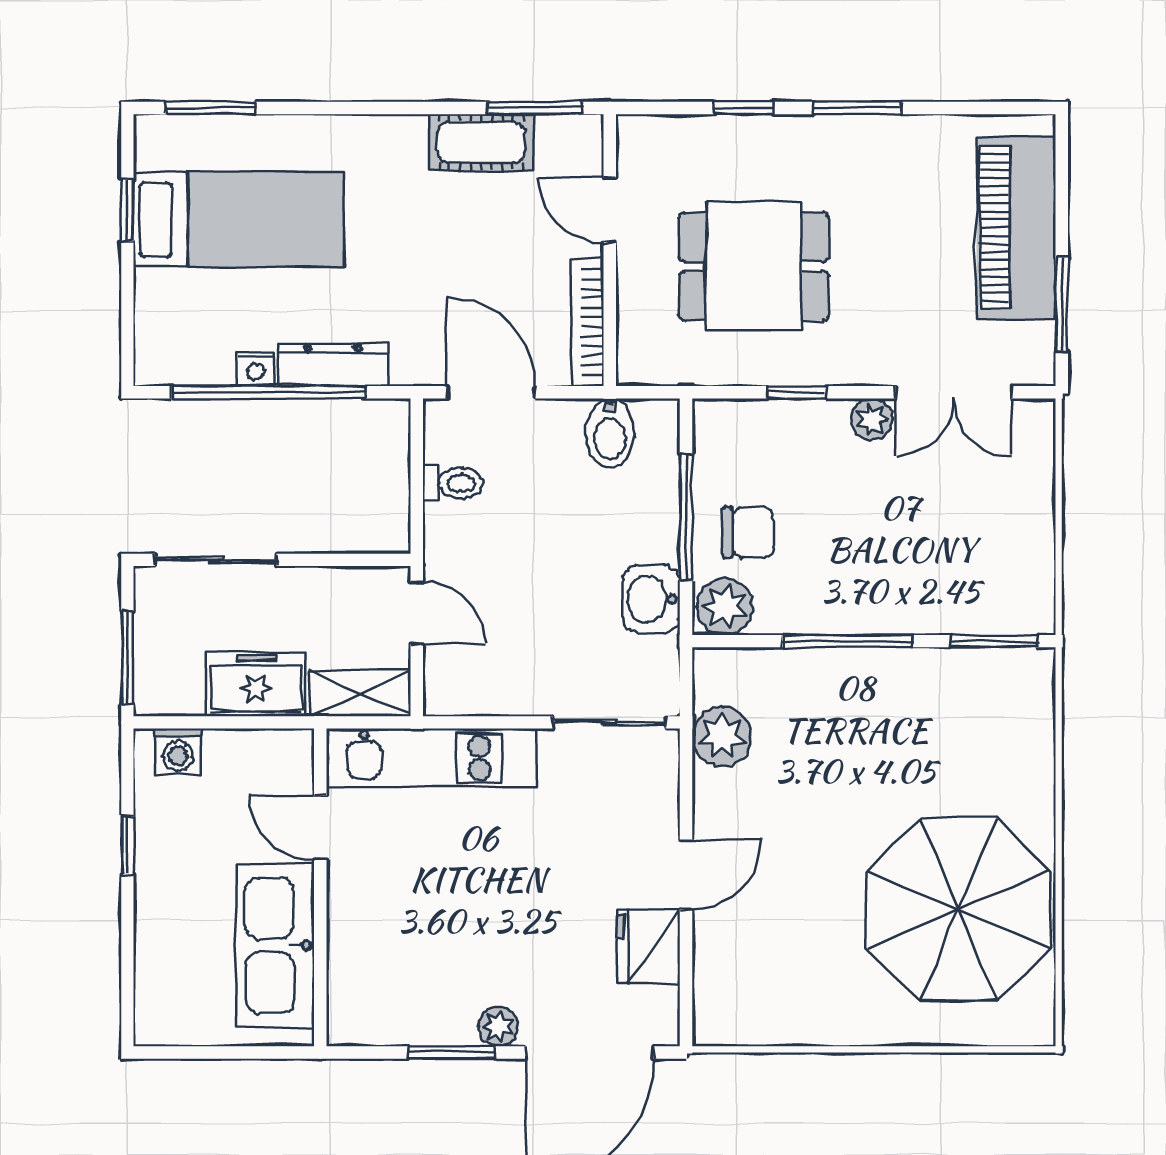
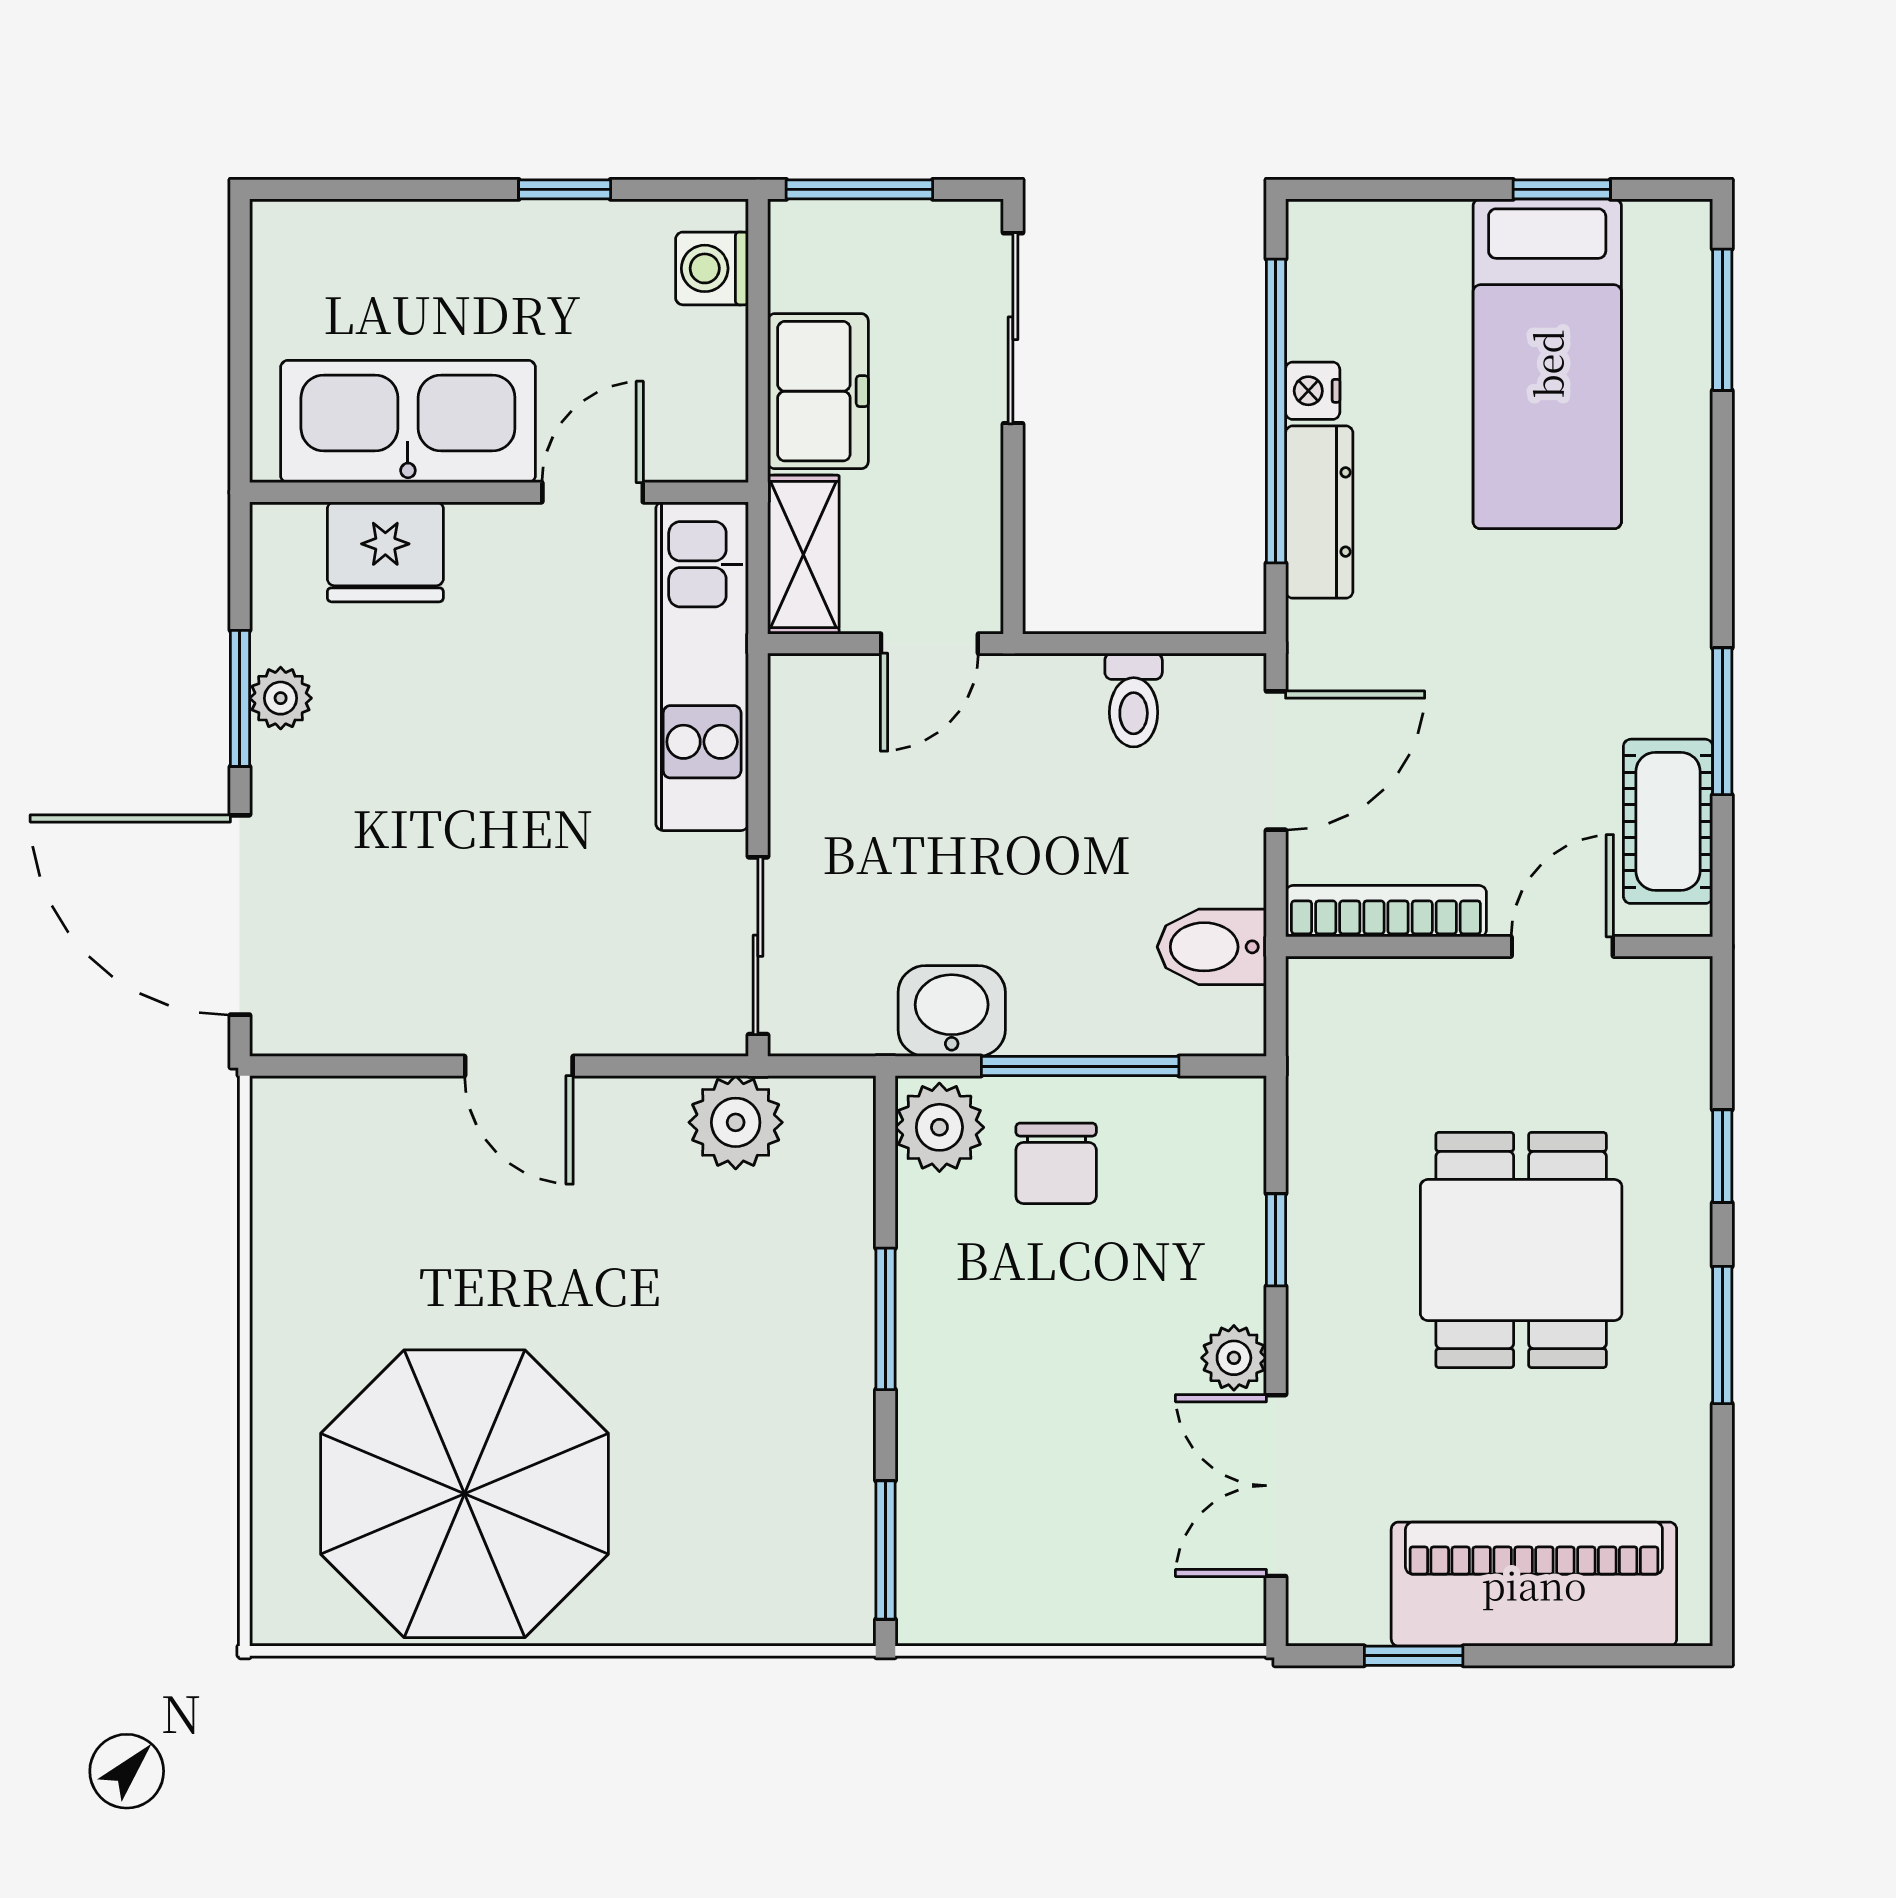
window: (535, 108) -> (1722, 721), moved
cot: (481, 142) -> (1668, 821), moved
dining table: (754, 266) -> (1521, 1250), moved
window: (1062, 305) -> (1414, 1656), width x0.67
window: (847, 641) -> (885, 1319), width x0.69
fridge: (648, 946) -> (385, 552), moved, turned 180
plant: (498, 1027) -> (281, 698), moved

